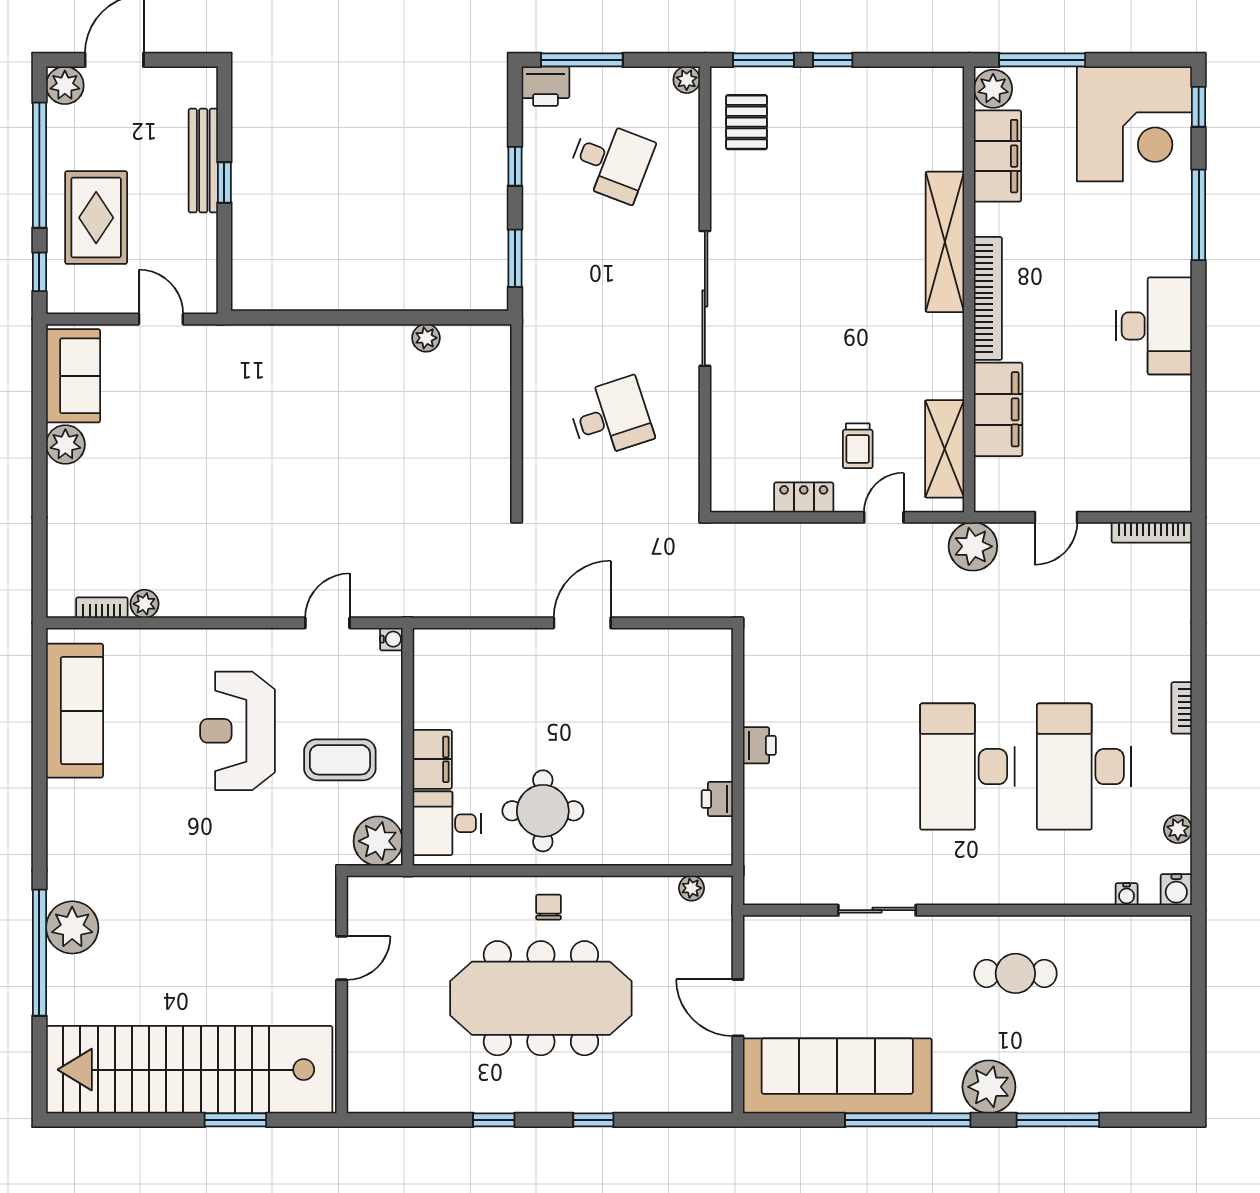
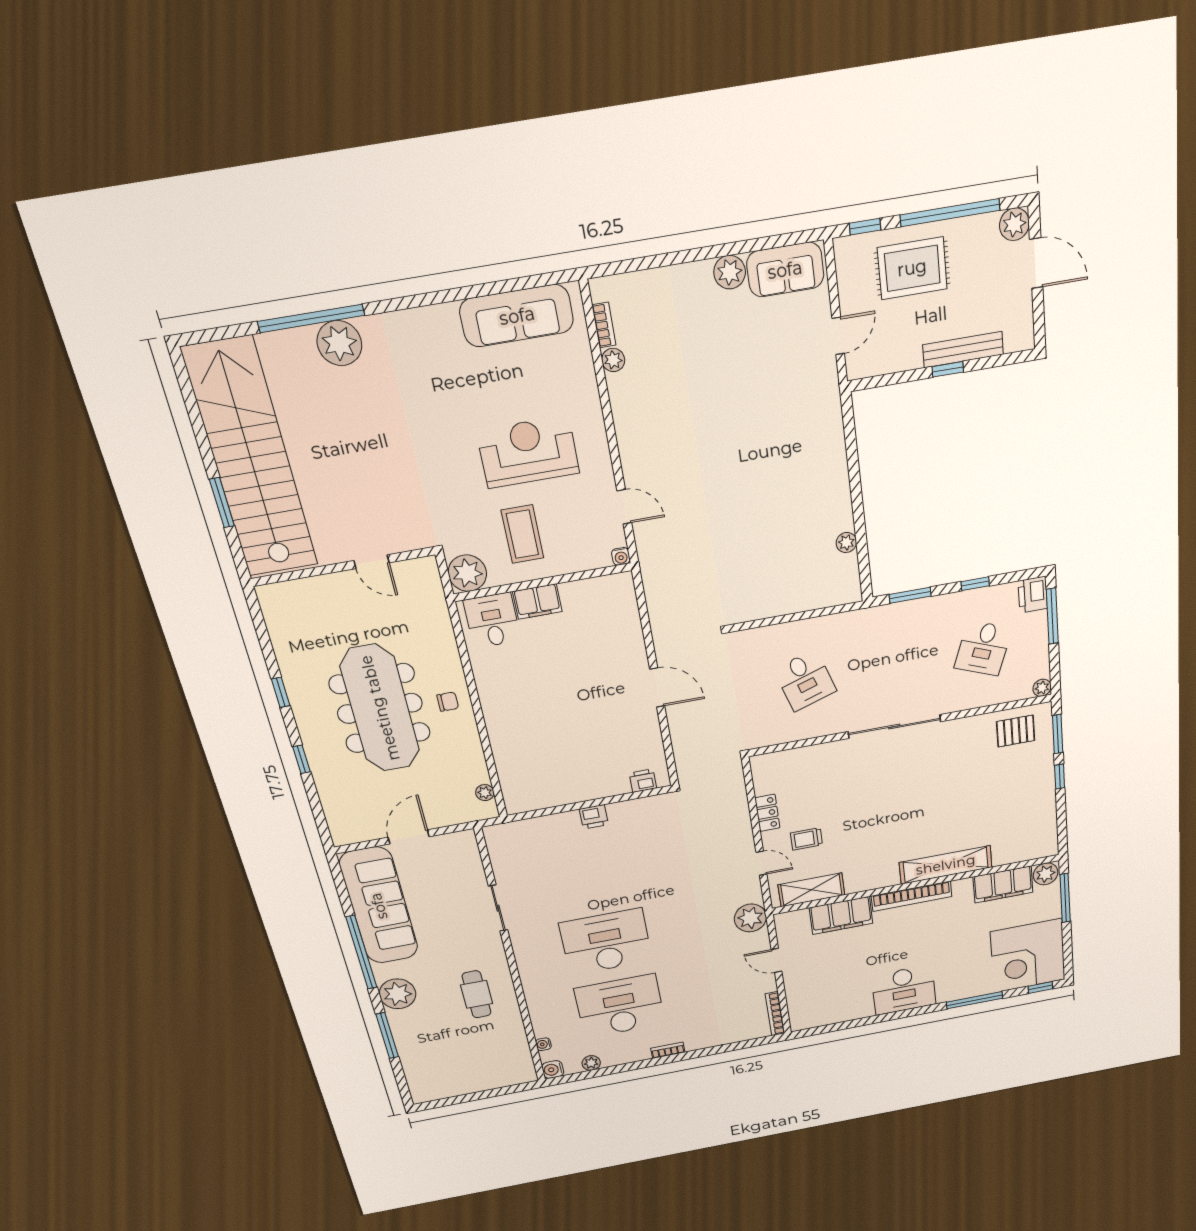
printer: (717, 799) -> (643, 781), moved
round table: (543, 811) -> (517, 685), removed

